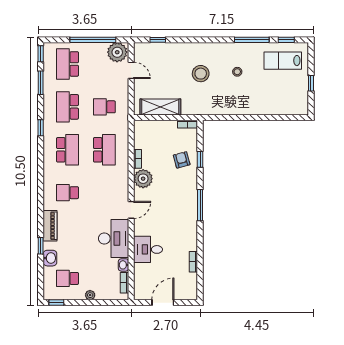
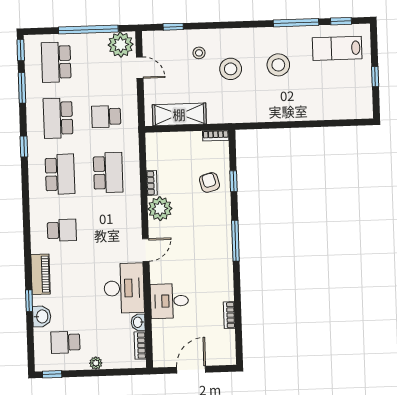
stool: (177, 61) -> (199, 53), added
stool: (237, 72) -> (278, 65), width x1.89, depth x1.89
school desk: (68, 193) -> (62, 230), turned 180

